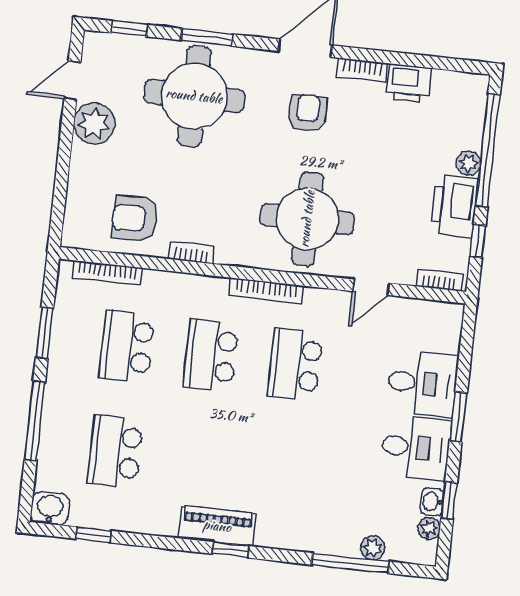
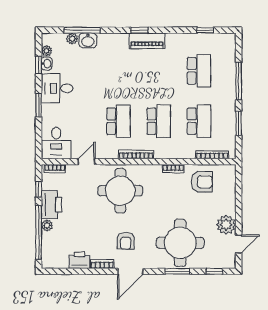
desk: (422, 384) -> (56, 143), moved, turned -90
washbasin: (50, 508) -> (88, 41), moved

